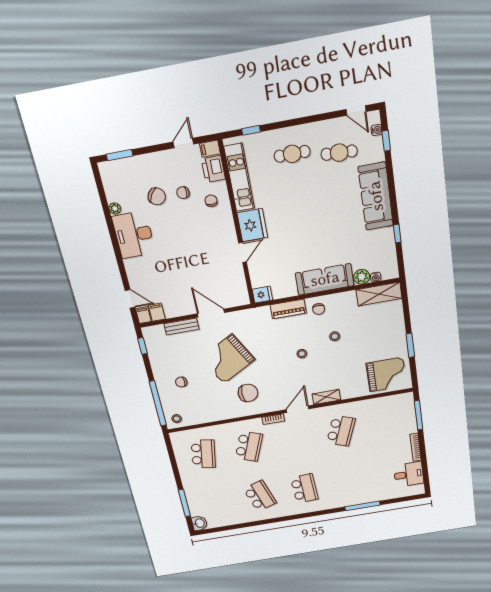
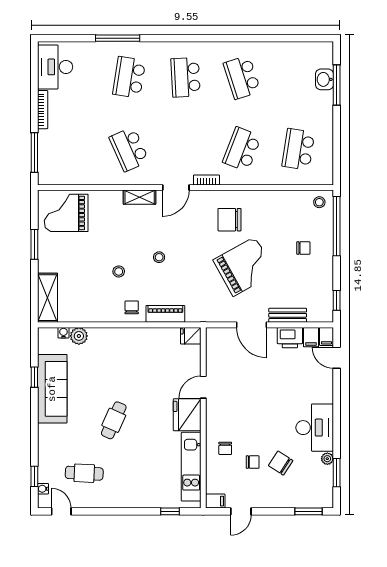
cafe table: (292, 154) -> (114, 420), moved, turned -66
printer: (213, 169) -> (290, 338), moved, turned 90
sofa: (376, 196) -> (52, 389), moved
window: (103, 197) -> (337, 473), added
sofa: (325, 279) -> (120, 340), removed
shelving: (379, 294) -> (48, 298), moved, turned 90
school desk: (341, 431) -> (129, 149), turned -45
desk: (409, 474) -> (55, 67), width x1.37
school desk: (349, 481) -> (129, 77), added
washbasin: (199, 523) -> (324, 79), moved

